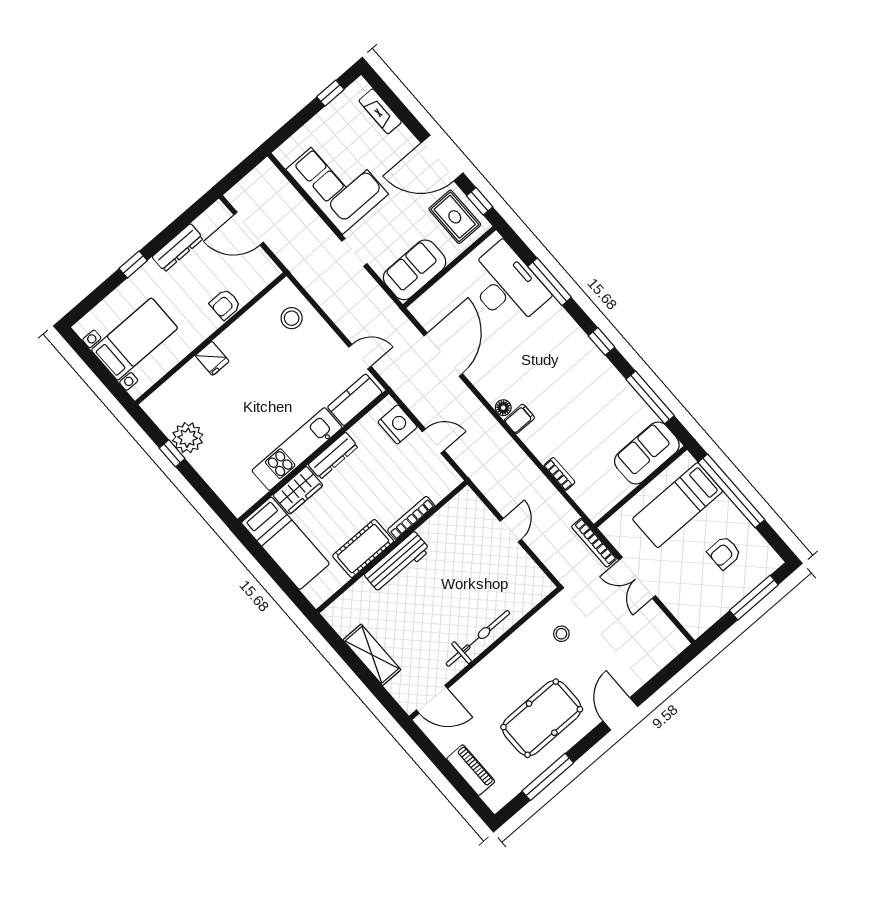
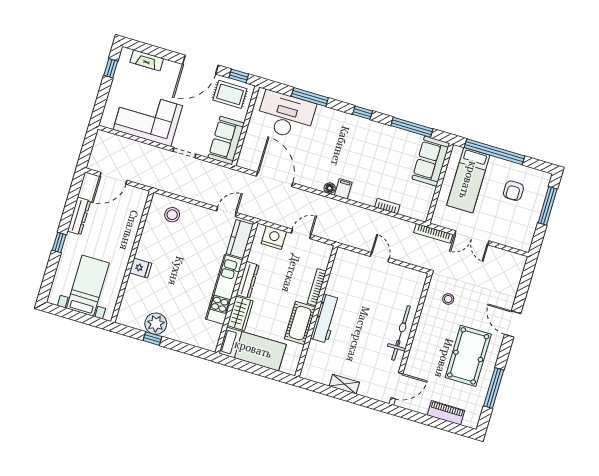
armchair: (225, 304) -> (128, 232), removed
shelving: (372, 655) -> (344, 384), width x0.67, depth x0.75

